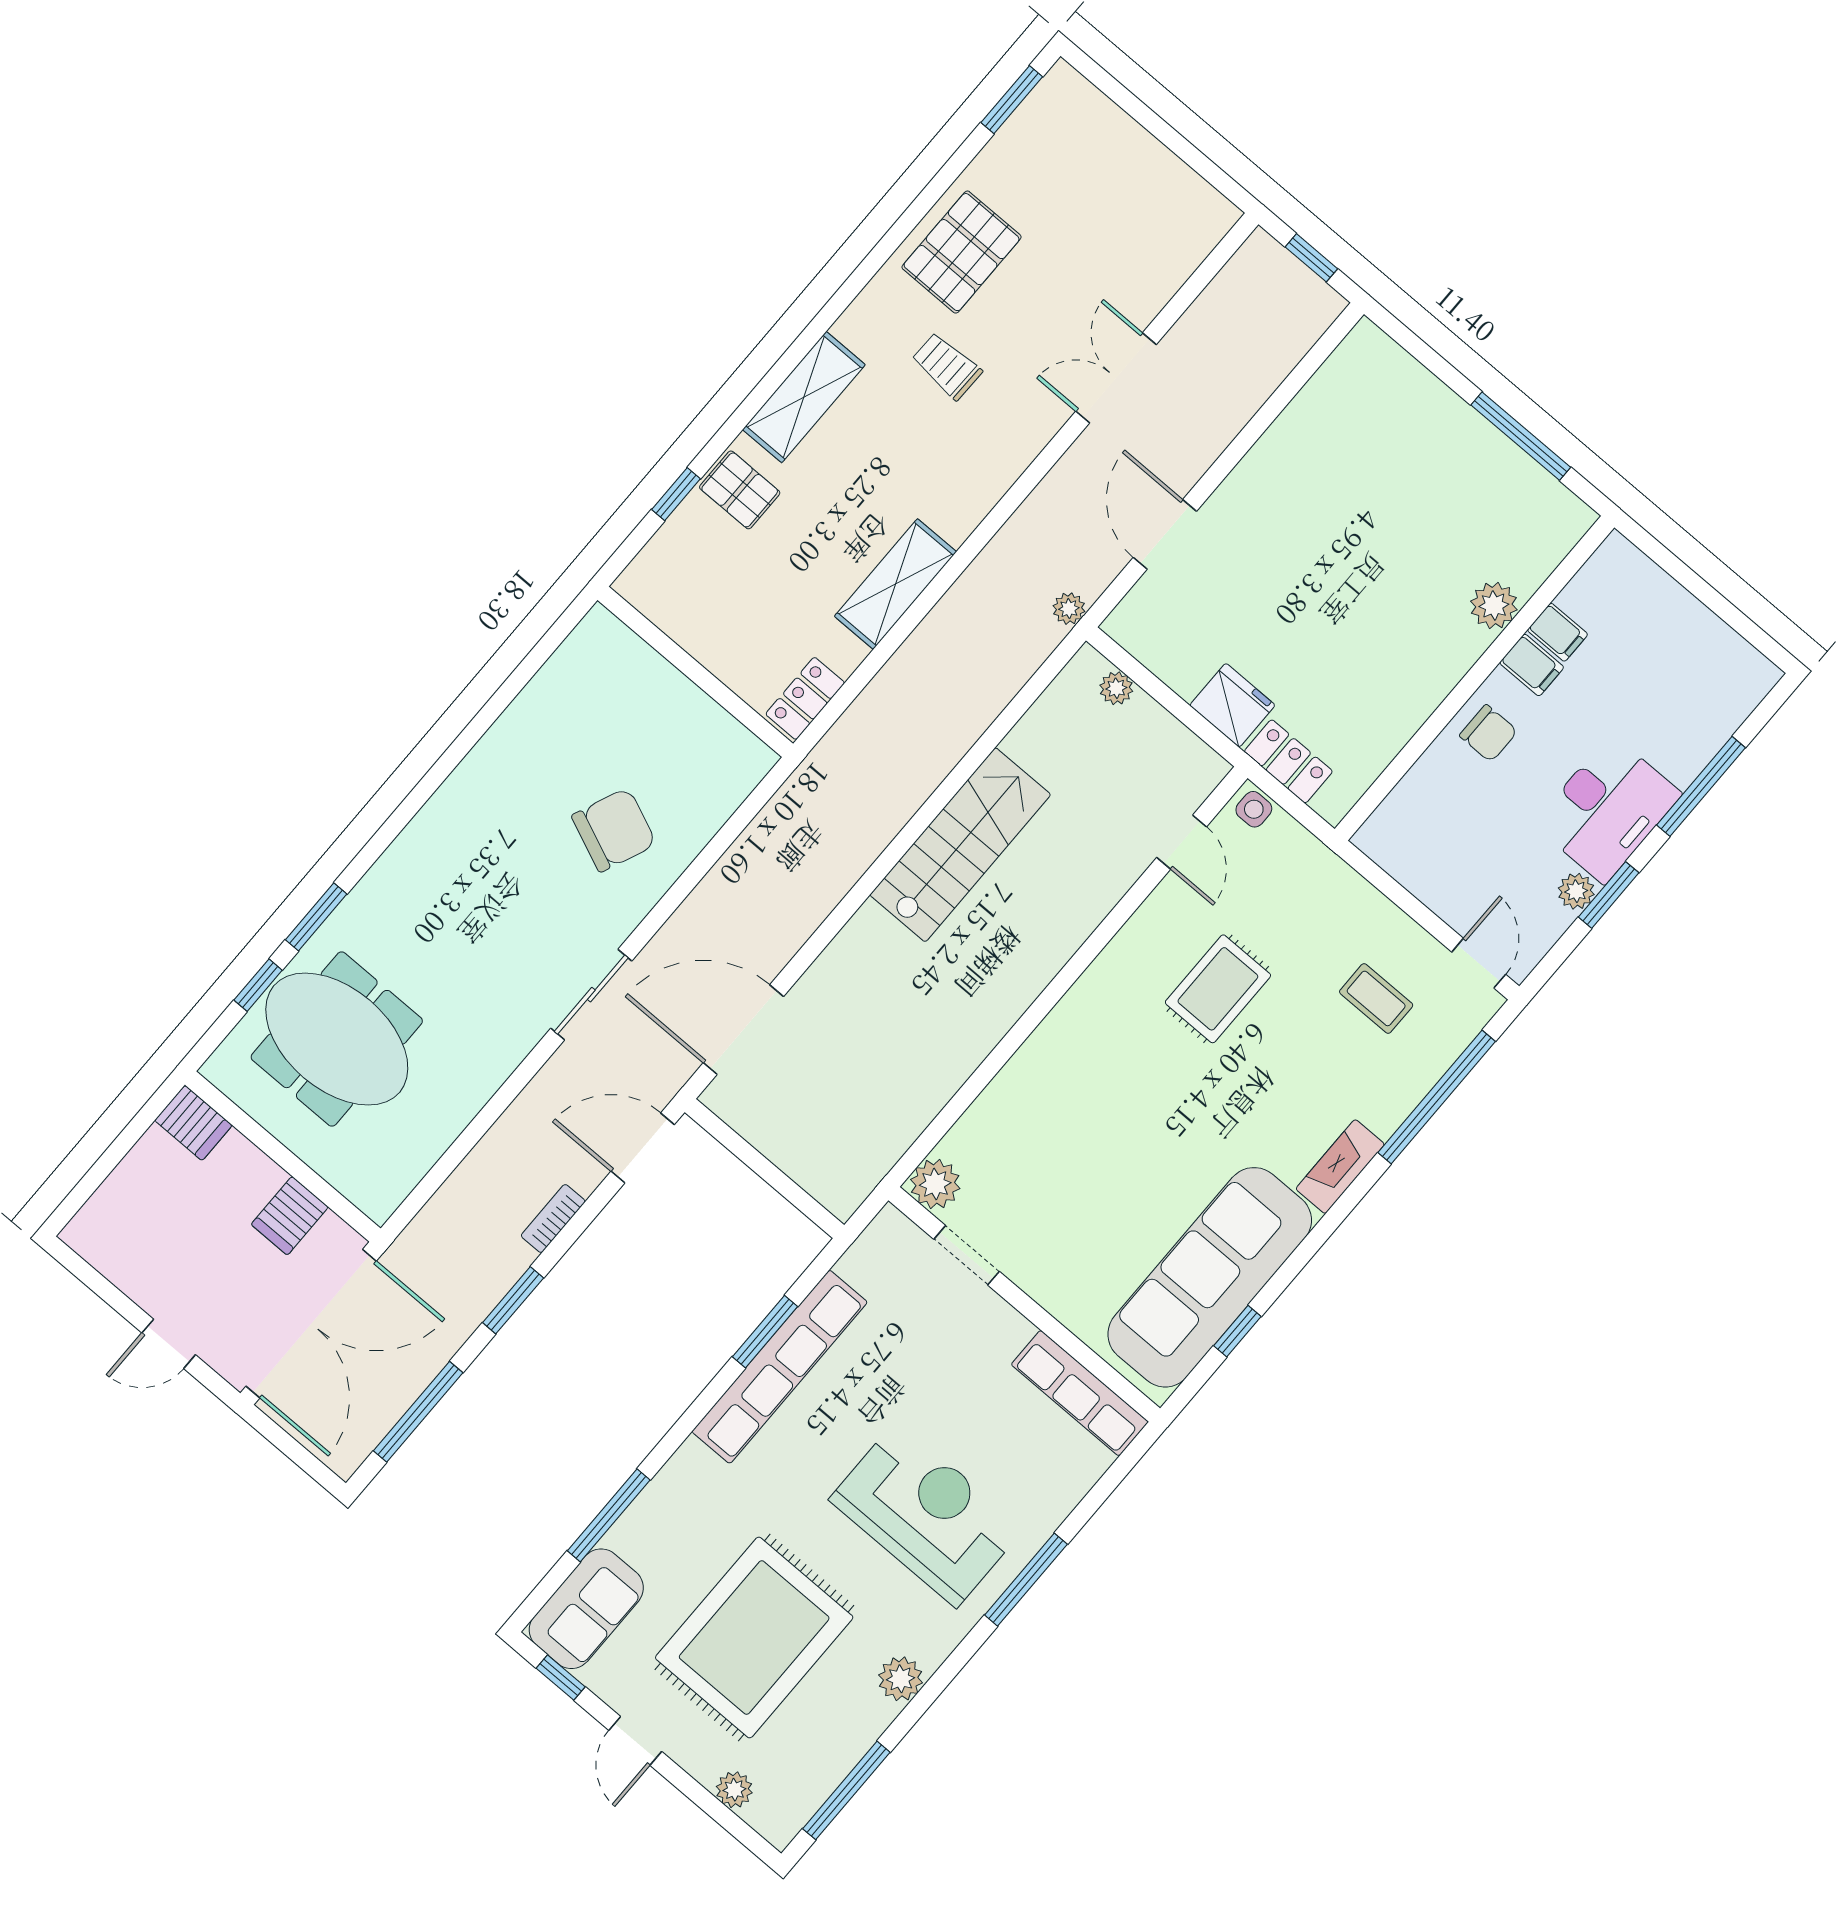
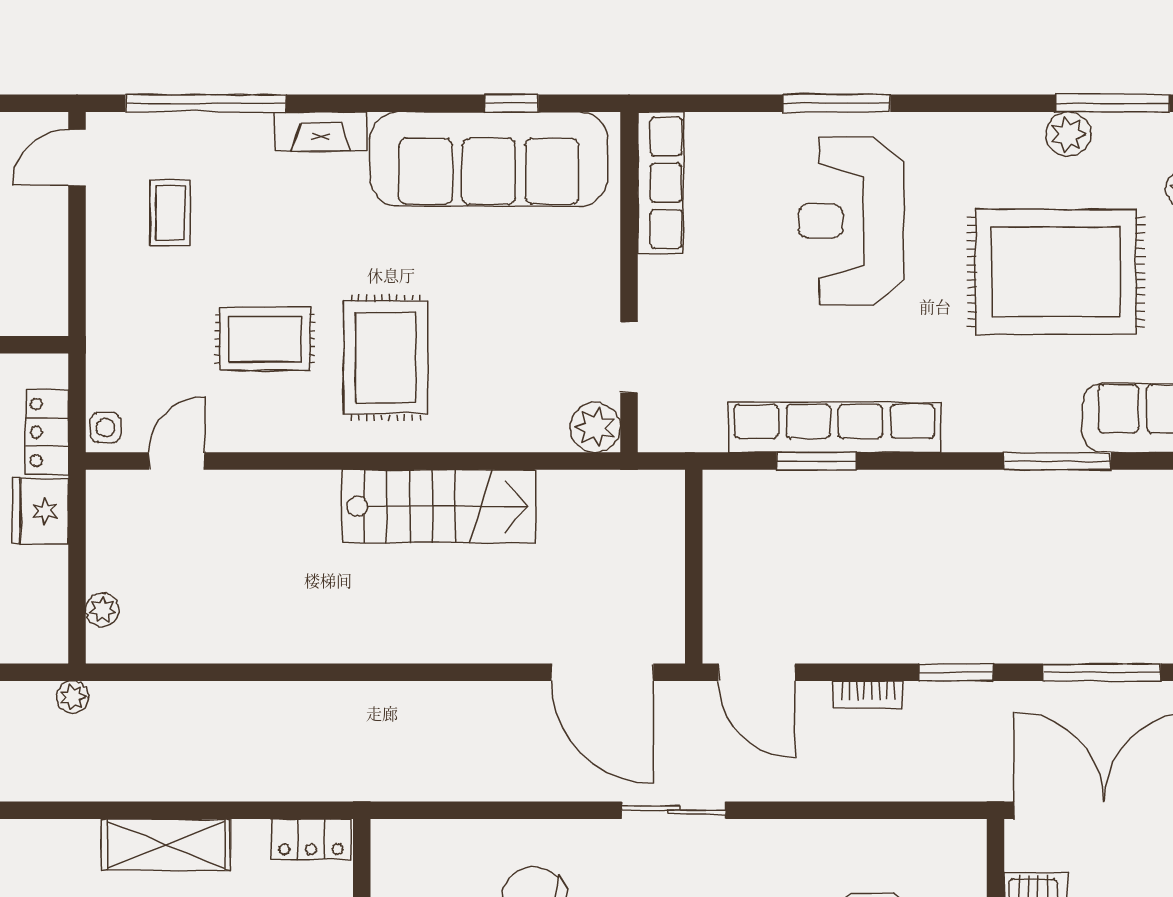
stairs: (960, 845) -> (439, 506), moved, turned 180
rug: (1125, 1069) -> (386, 358), added
plant: (901, 1679) -> (1068, 134), moved

